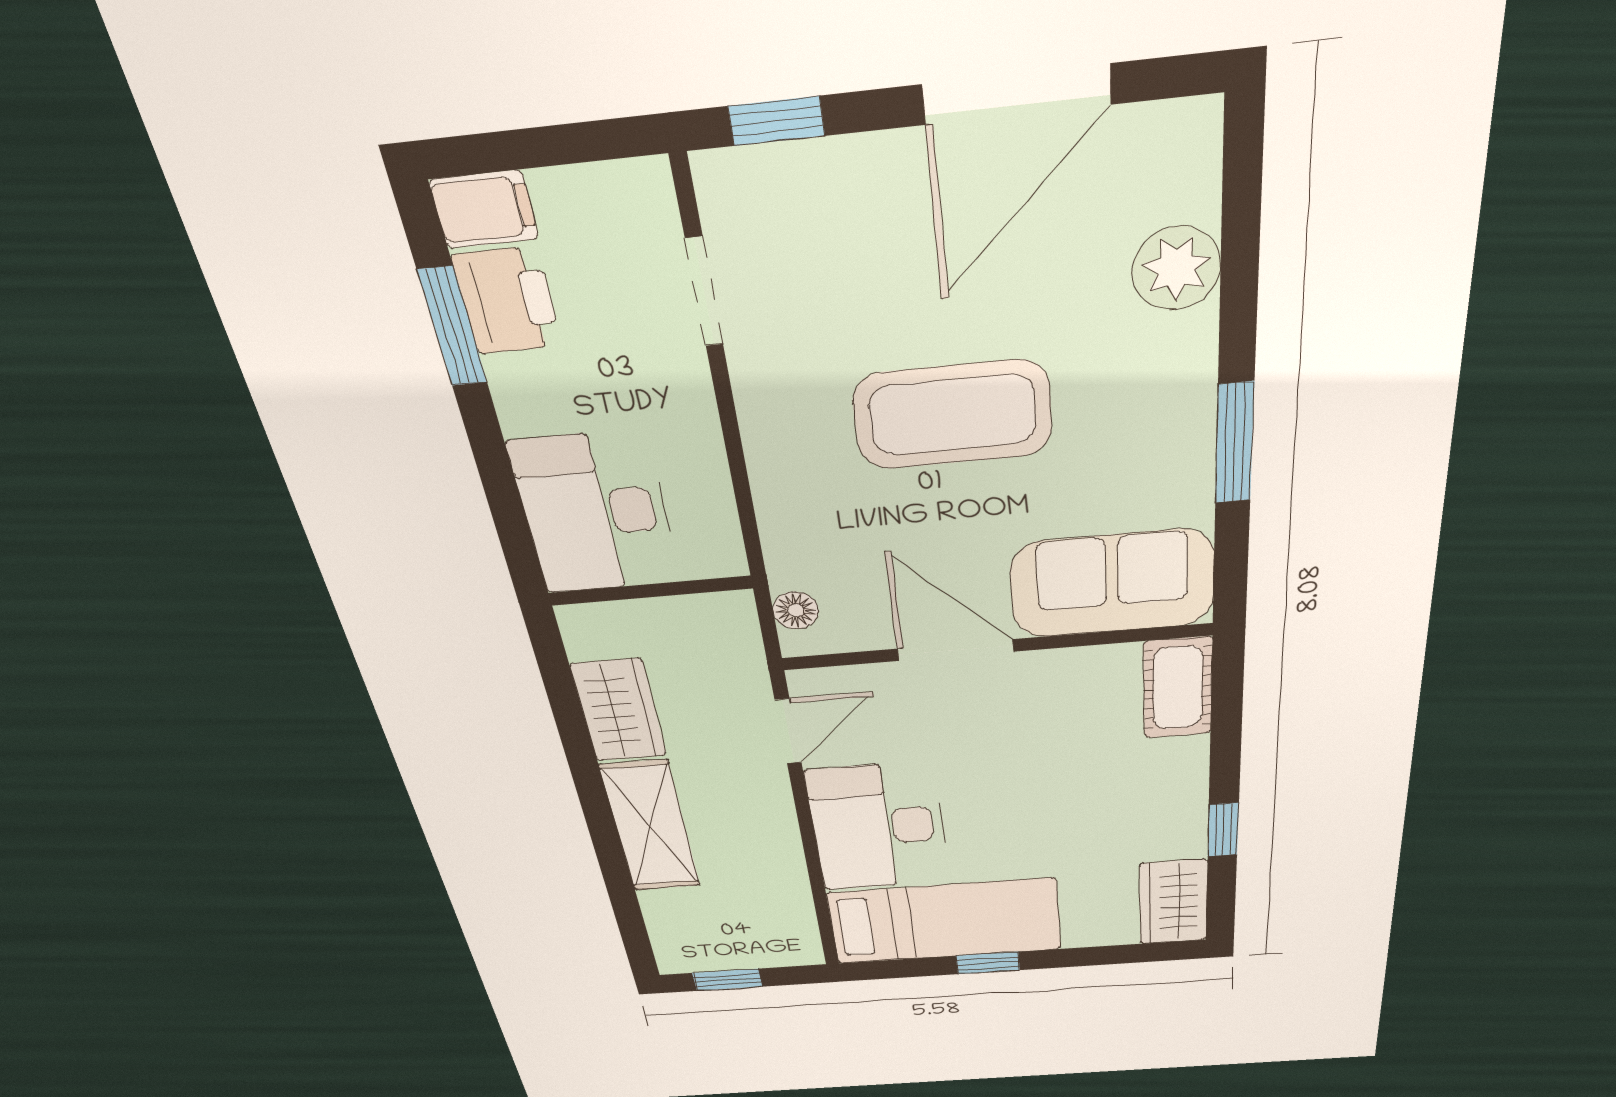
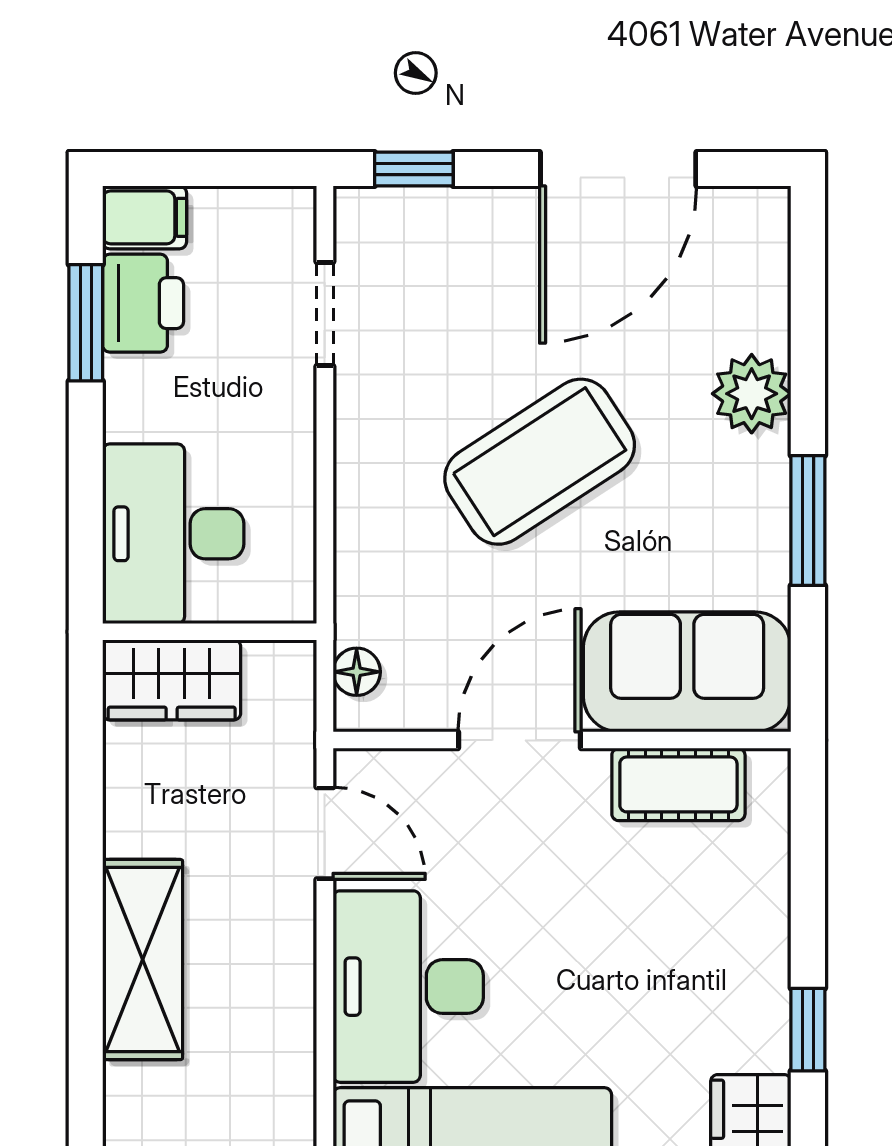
plant: (1176, 268) -> (752, 394), moved
coffee table: (953, 415) -> (540, 462), turned -33
door: (956, 650) -> (519, 740), hinge flipped
cot: (1178, 688) -> (678, 784), moved, turned 90
wardrobe: (619, 710) -> (172, 680), moved, turned 90
door: (788, 731) -> (325, 833), hinge flipped

